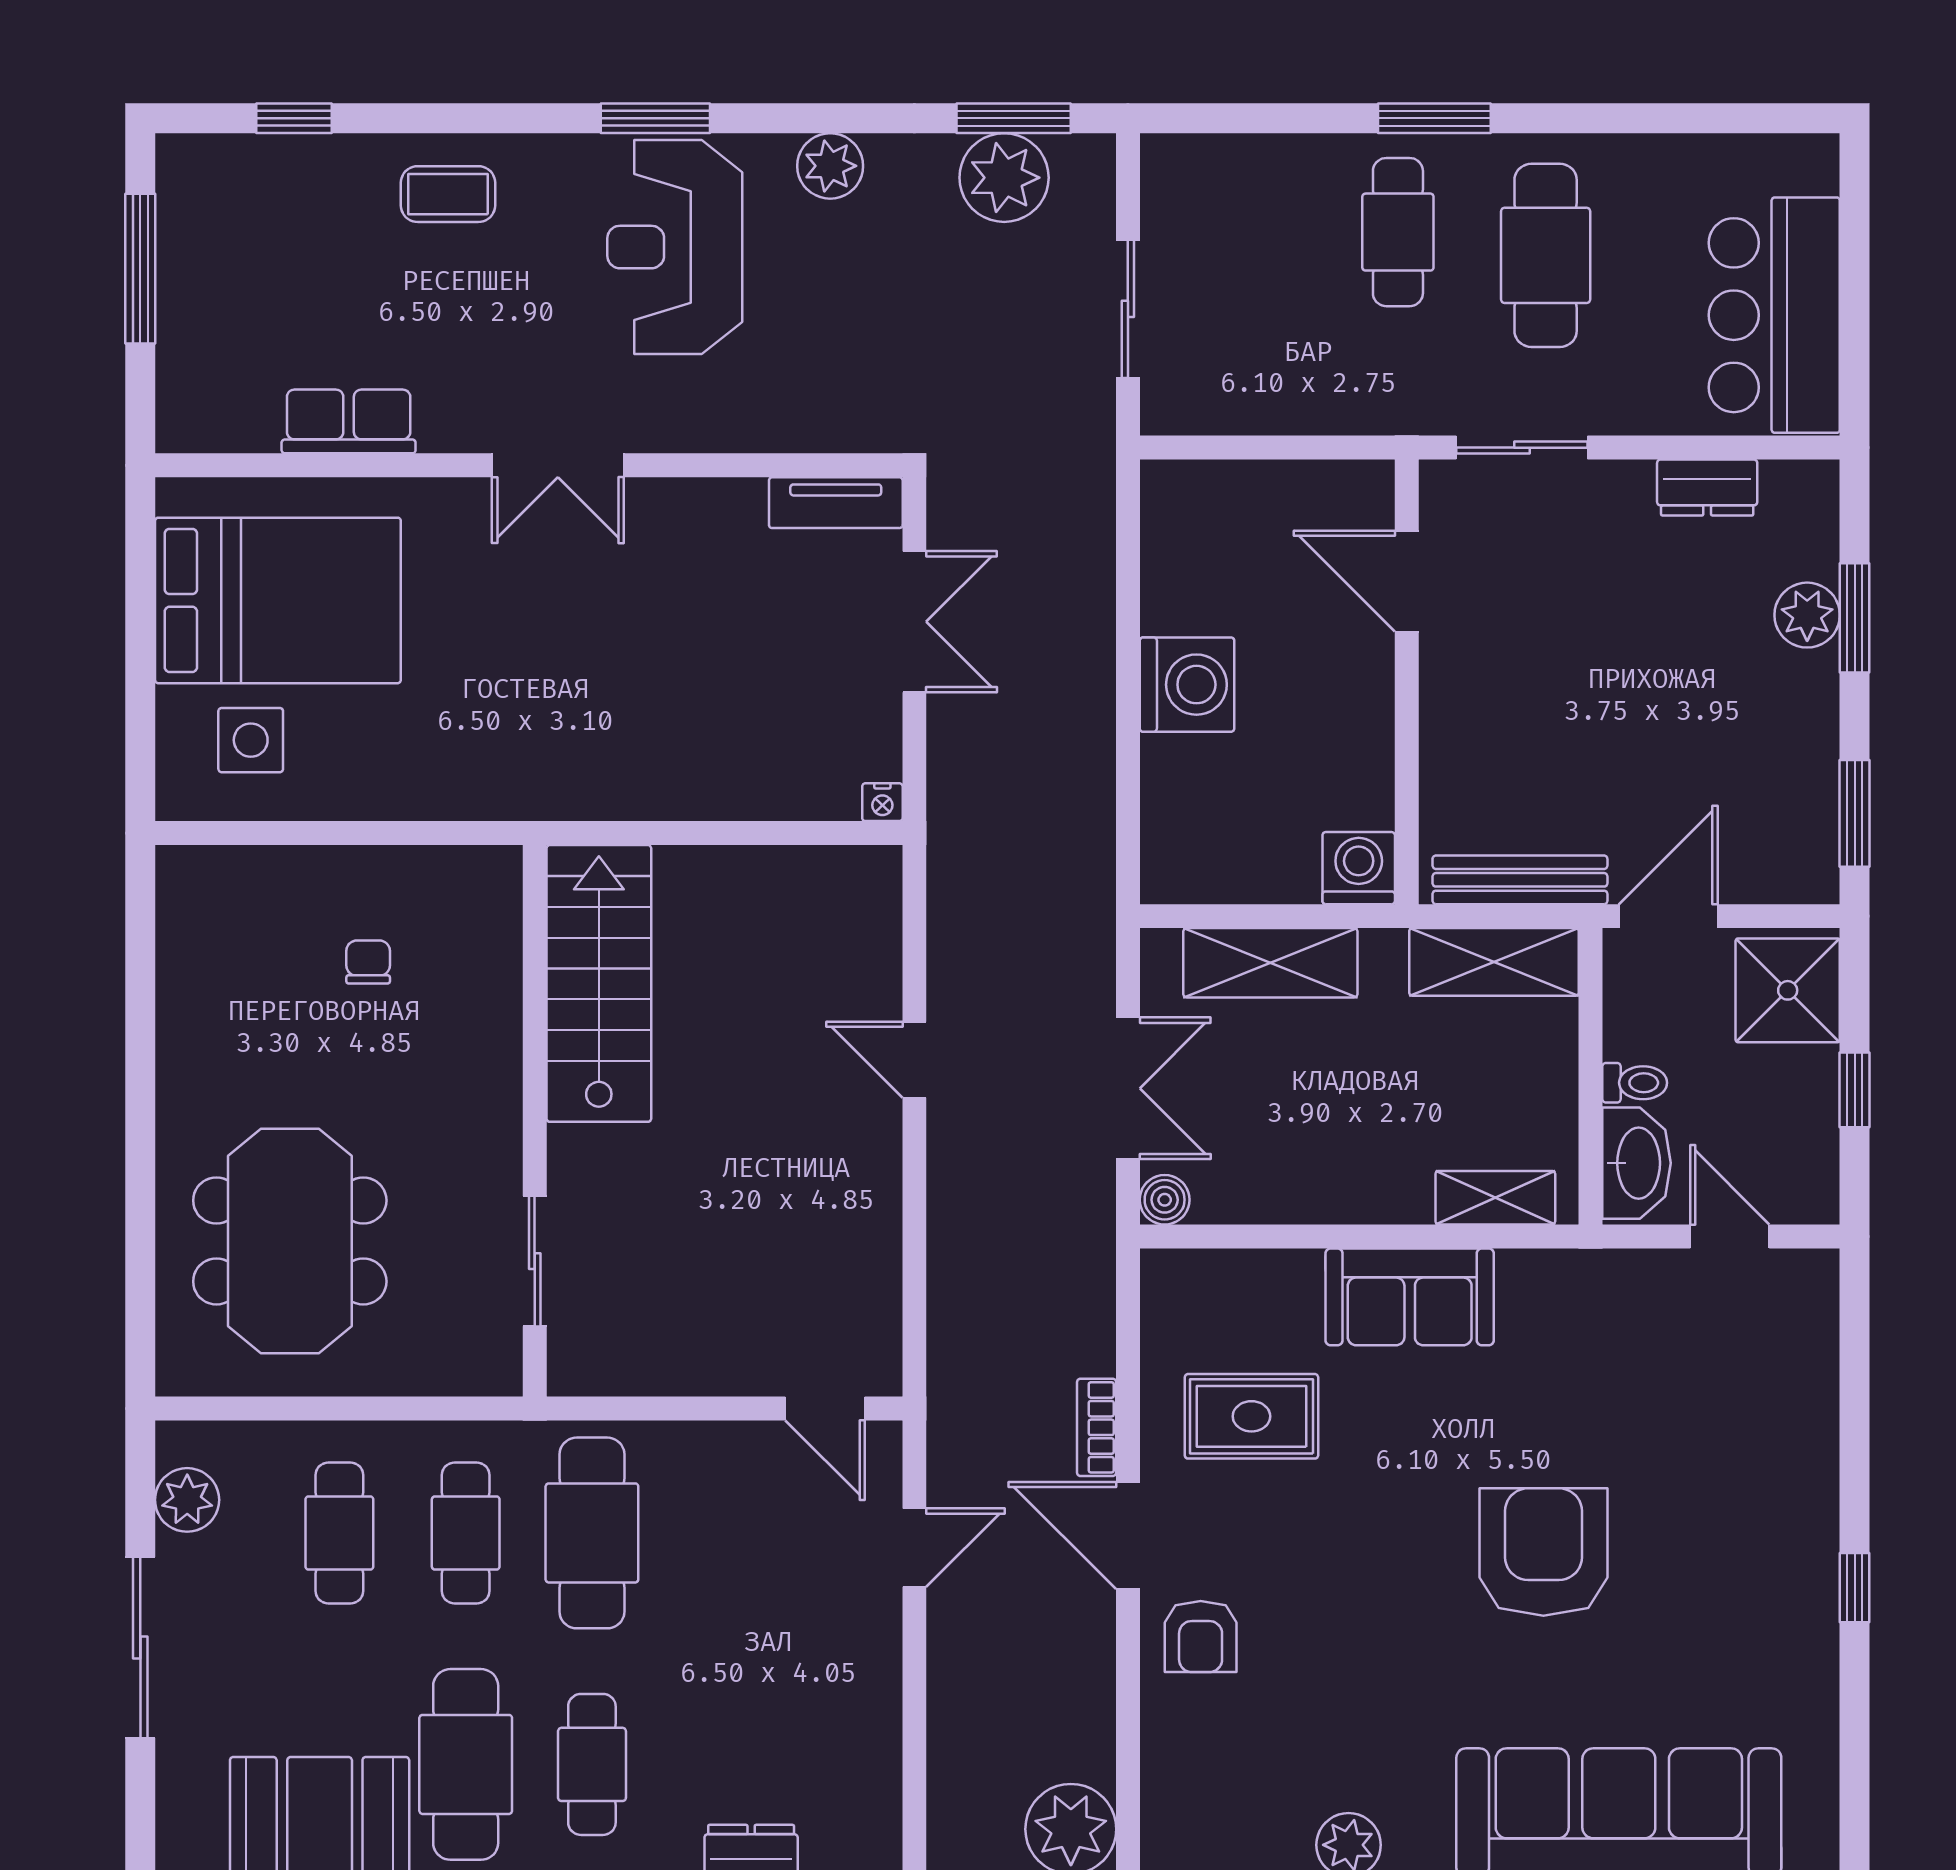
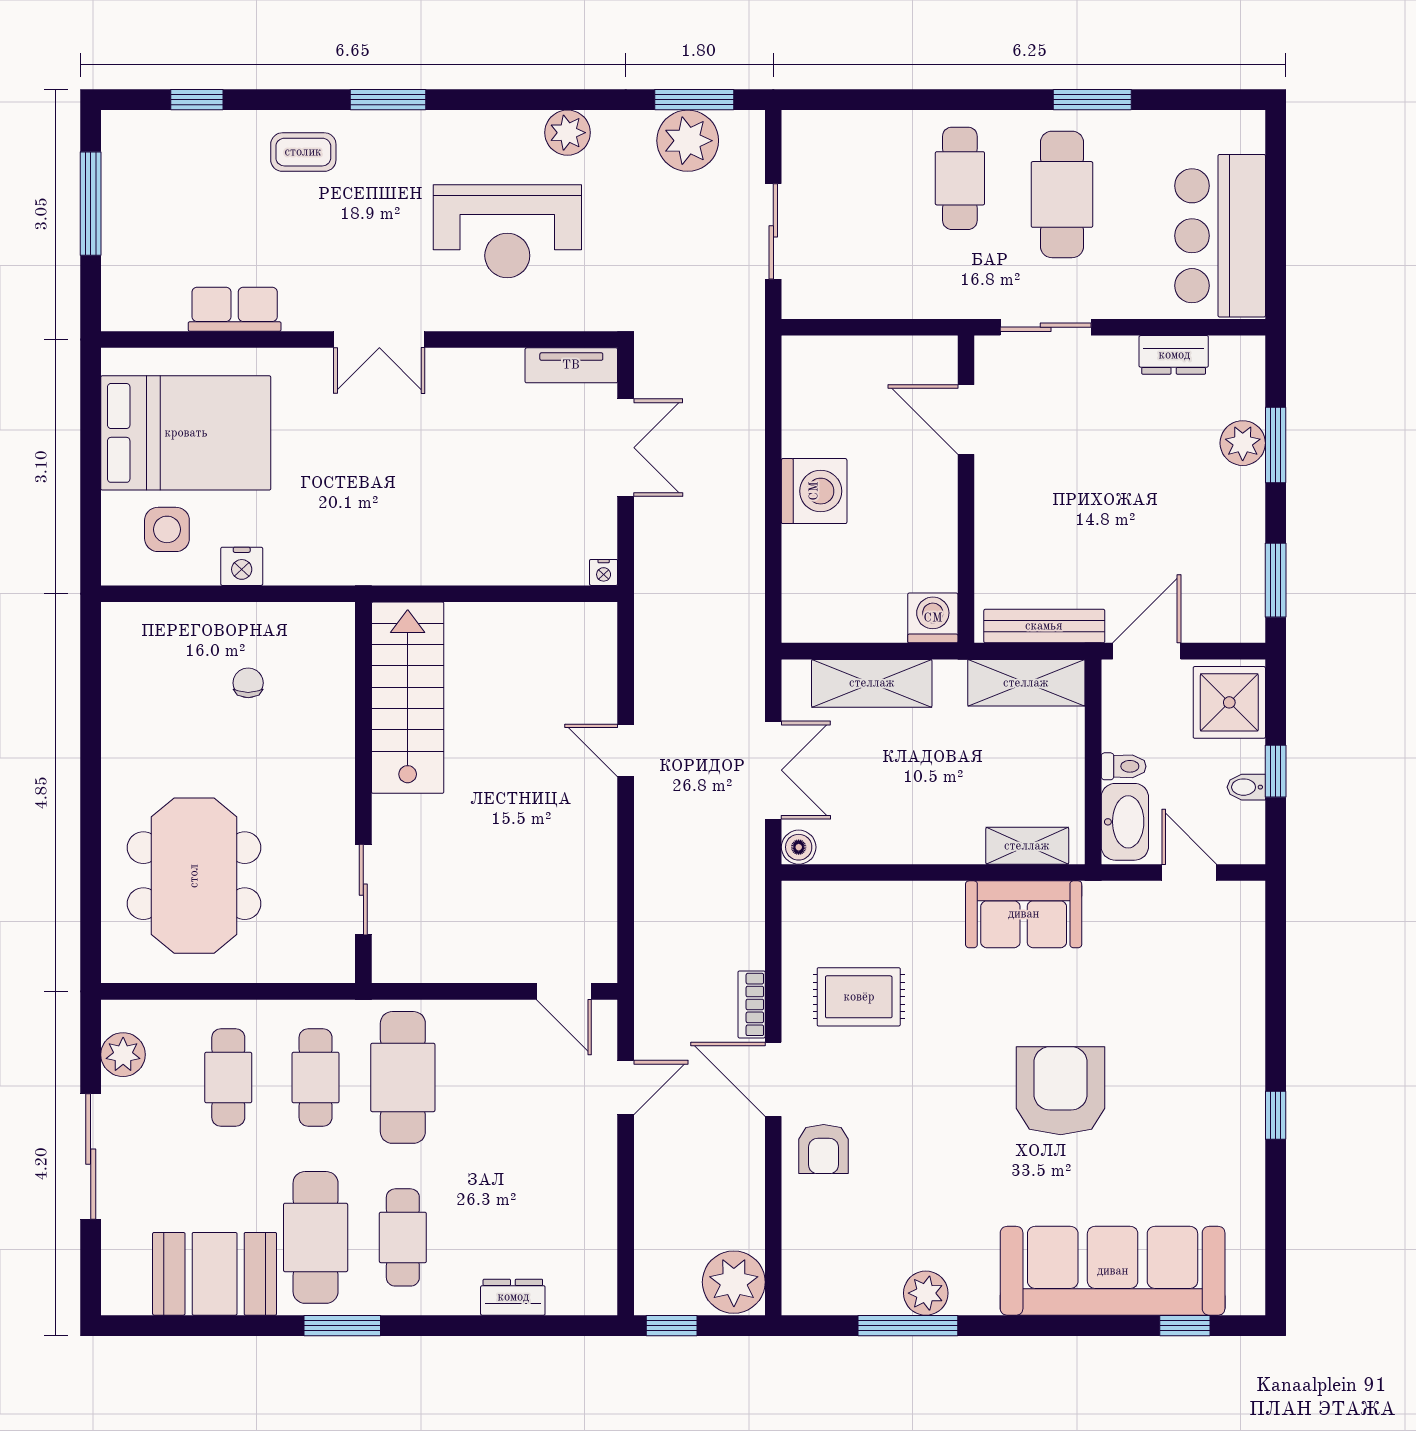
window: (655, 118) -> (388, 100), moved
window: (1434, 118) -> (1092, 100), moved
reception desk: (675, 247) -> (507, 231), moved, turned -90
nightstand: (359, 793) -> (242, 566), added
bidet: (1812, 1113) -> (1246, 787), added
sofa: (1410, 1297) -> (1024, 914), moved

